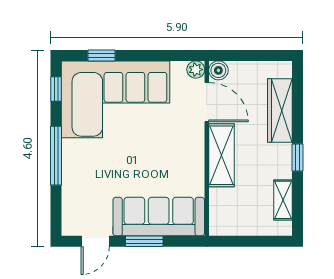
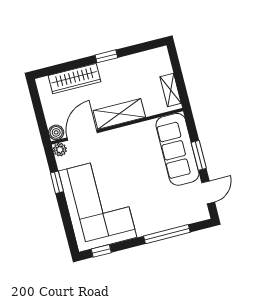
window: (101, 55) -> (57, 182), moved
window: (56, 156) -> (167, 234), moved
shelving: (283, 200) -> (171, 90), moved, turned 90
door: (95, 241) -> (208, 192), hinge flipped

